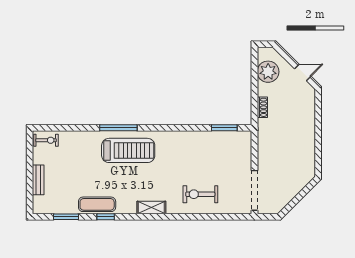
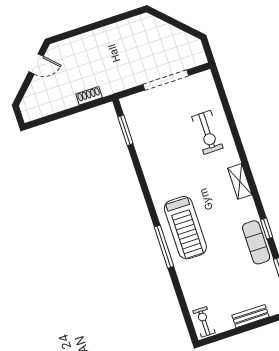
plant: (268, 72) -> (48, 102), removed
door: (303, 73) -> (36, 64), swing flipped
treadmill: (128, 150) -> (185, 228), turned 180
doorway: (254, 190) -> (166, 80), moved

